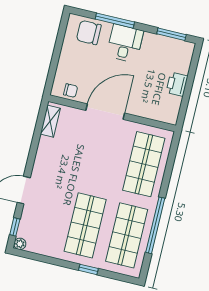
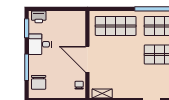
desk: (125, 43) -> (40, 44), moved
printer: (177, 84) -> (39, 17), moved

